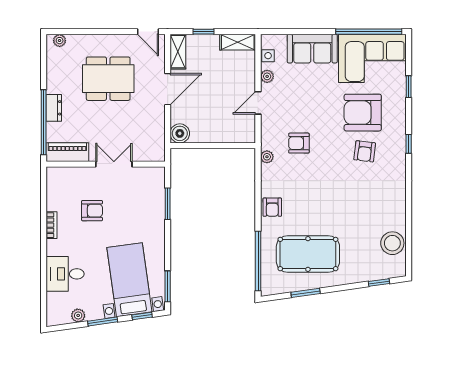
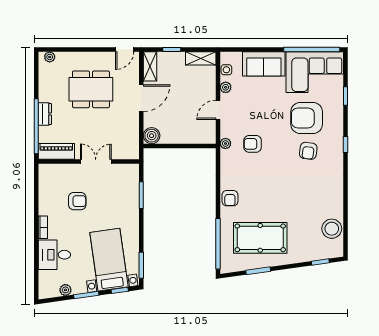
door: (148, 32) -> (125, 49), hinge flipped
plant: (267, 157) -> (225, 143), moved
bookcase: (52, 225) -> (43, 227), moved

